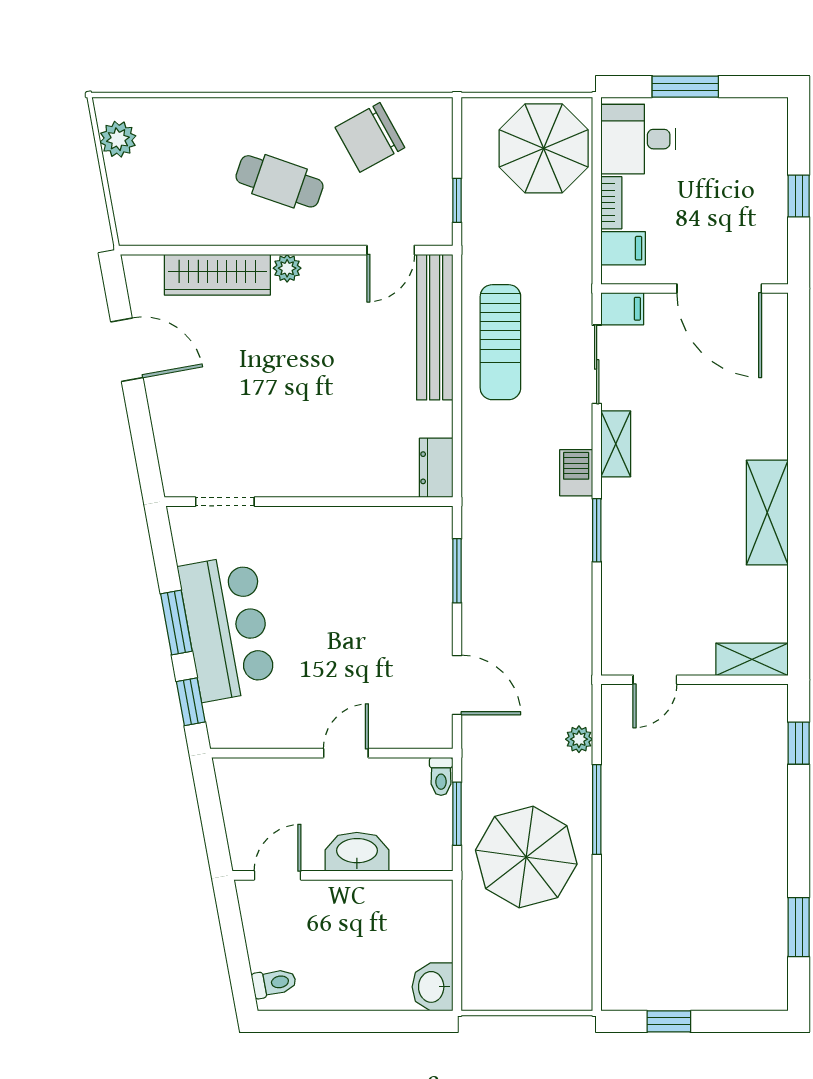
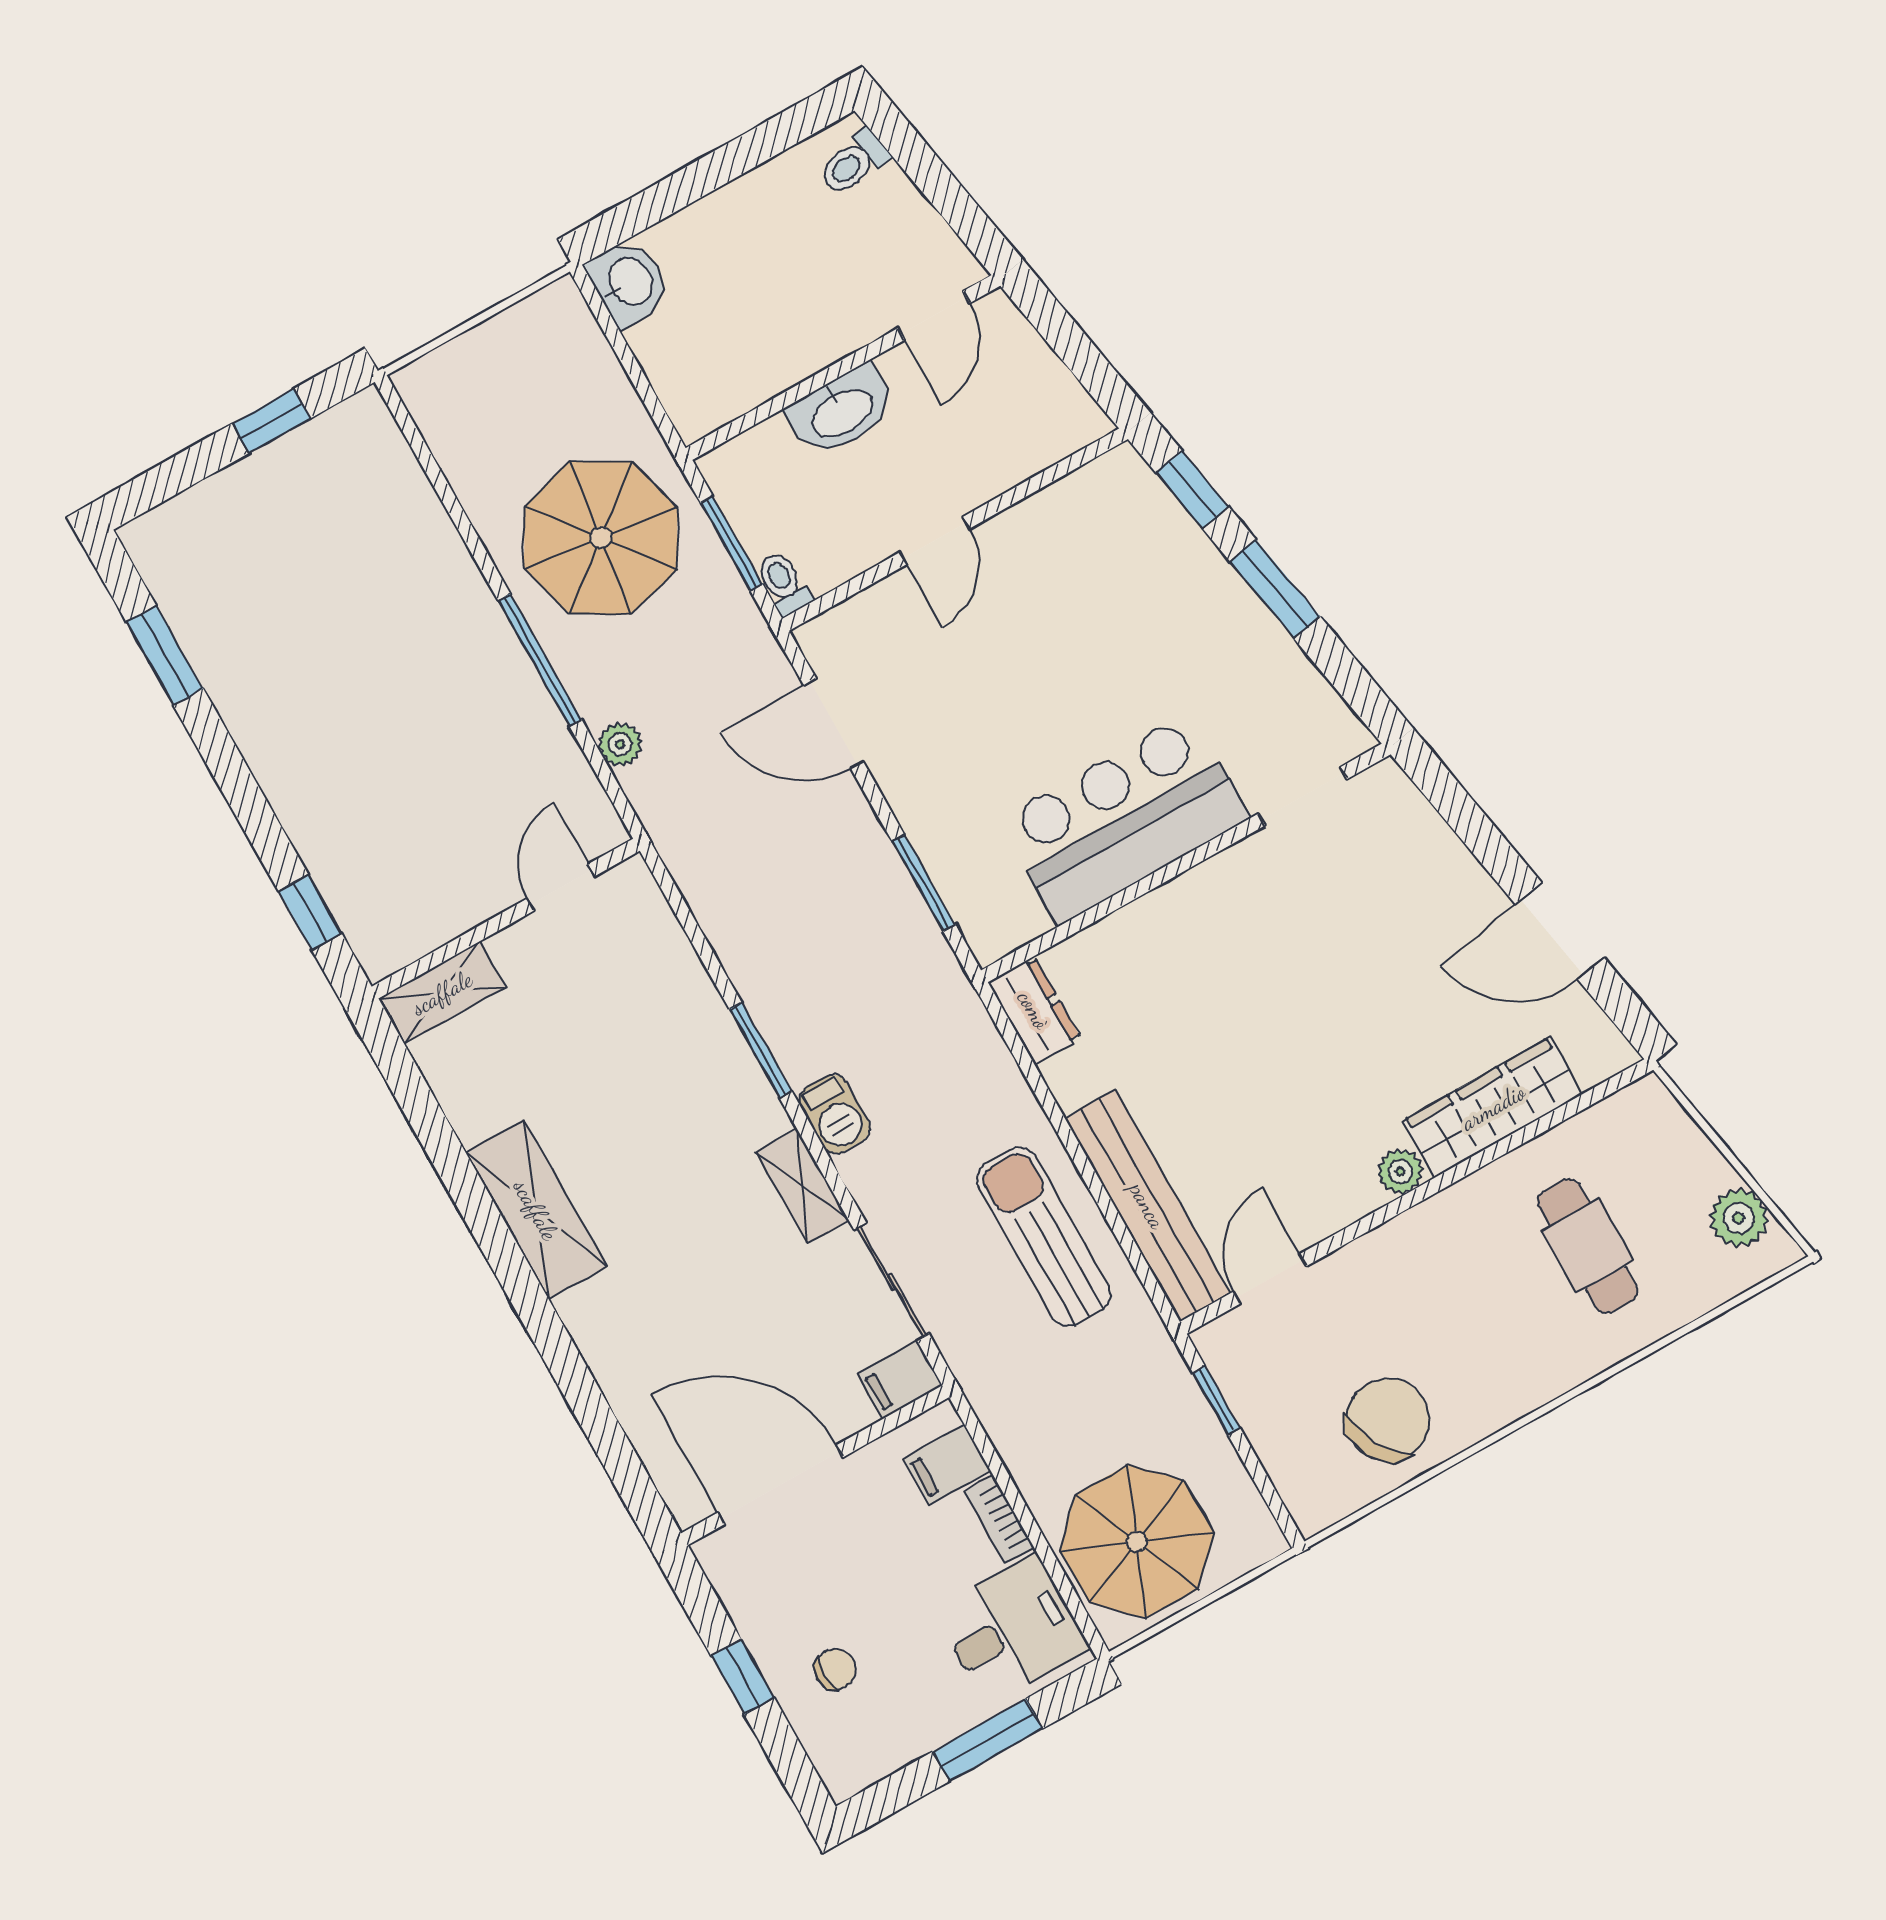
chair: (746, 172) -> (835, 1669), added
cafe table: (279, 181) -> (1587, 1246), moved, turned 71
bar counter: (227, 628) -> (1124, 819), moved, turned 100

